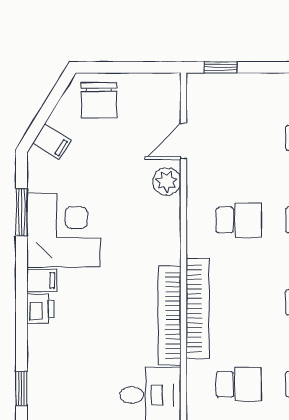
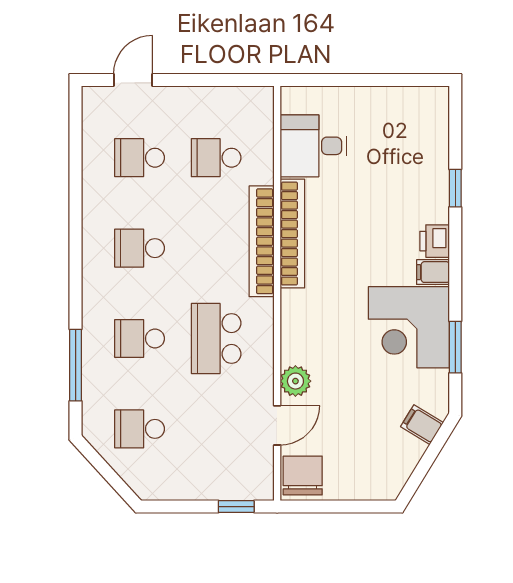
chair: (99, 100) -> (303, 476), moved
school desk: (239, 220) -> (216, 339), width x1.85
window: (22, 388) -> (455, 188), moved

